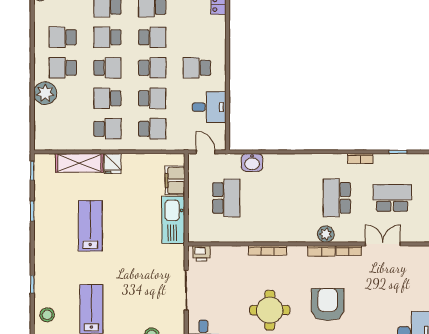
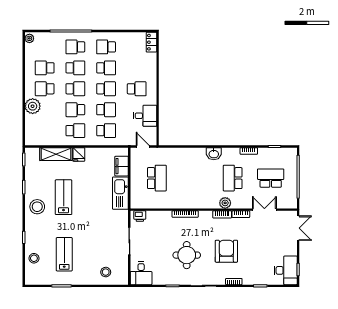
school desk: (107, 37) -> (75, 68), turned 180
school desk: (197, 68) -> (137, 89), turned 180
washbasin: (252, 163) -> (214, 154), moved
stool: (52, 240) -> (37, 207), added

